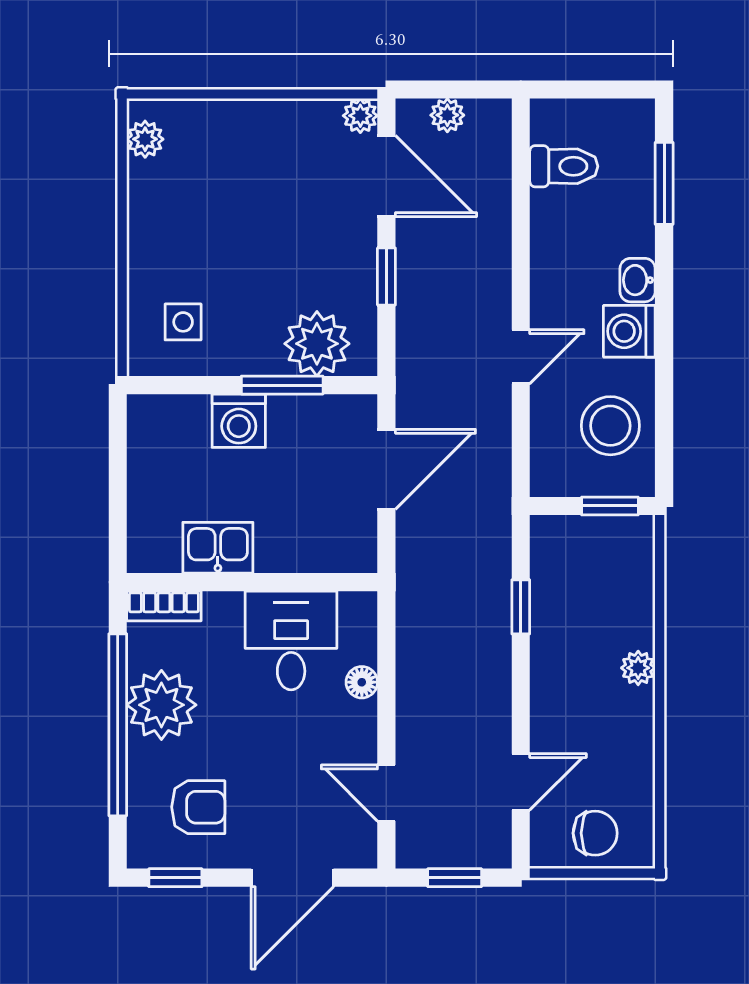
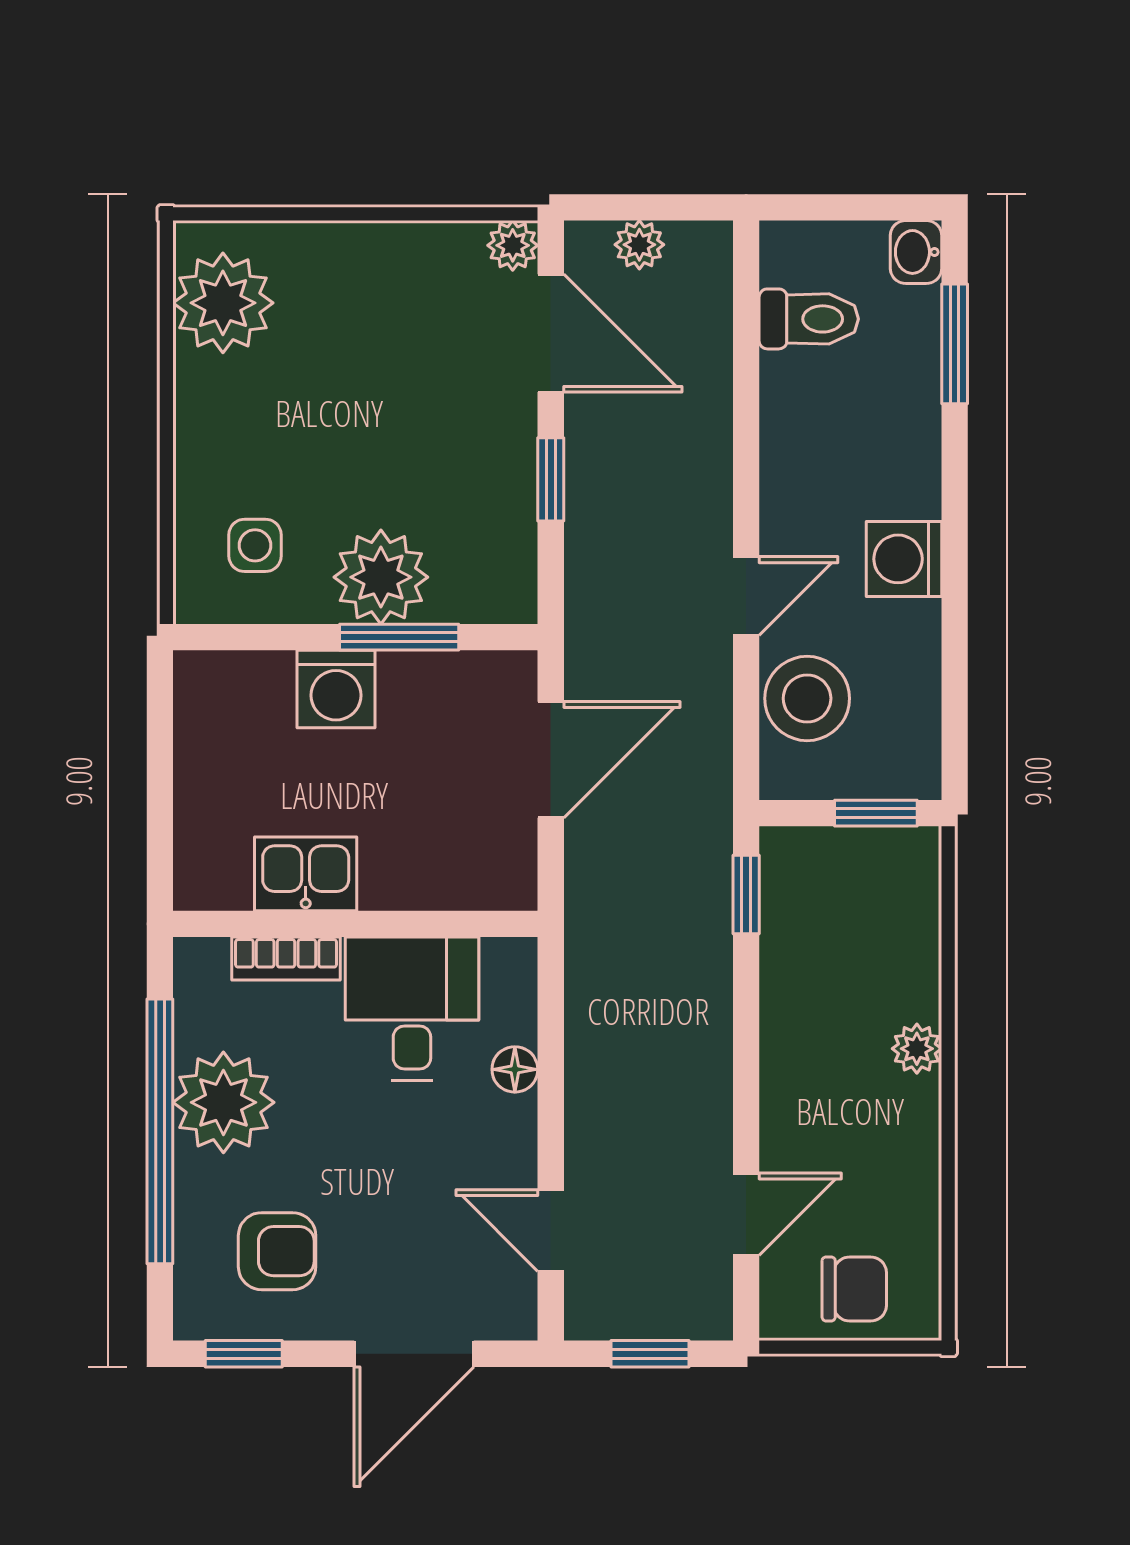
plant: (145, 139) -> (223, 303), width x1.88, depth x1.88
washbasin: (638, 280) -> (916, 252), moved
plant: (317, 344) -> (381, 577), moved
stool: (610, 426) -> (807, 698), moved
bookcase: (164, 606) -> (286, 959), moved
window: (521, 607) -> (746, 895), moved

